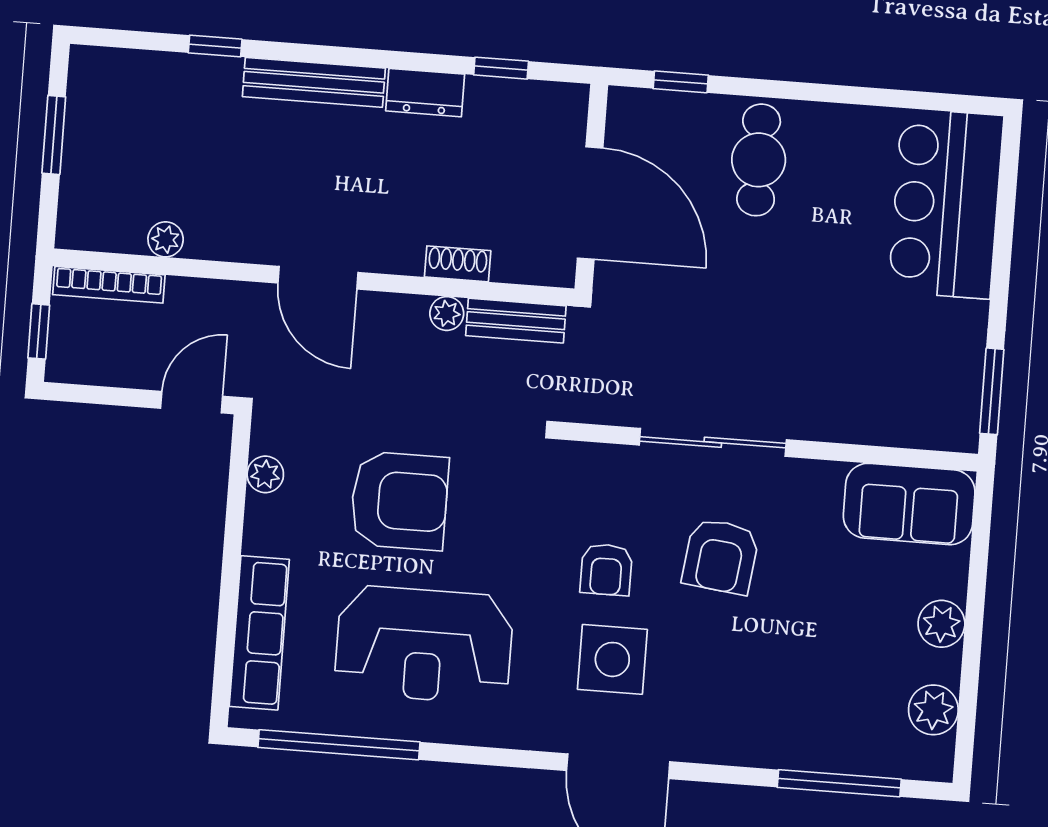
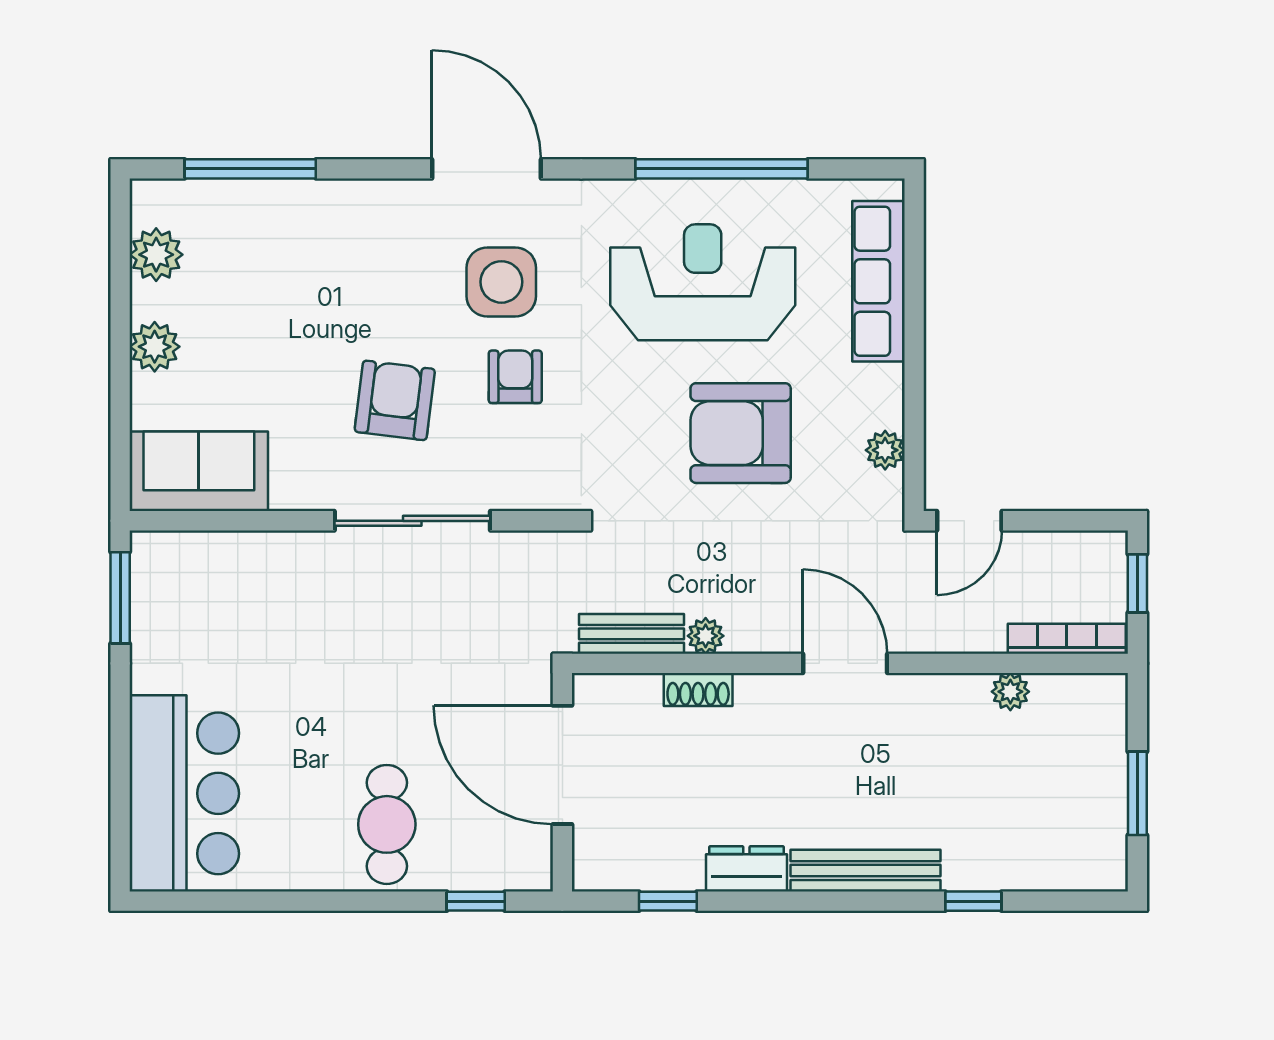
window: (339, 745) -> (722, 169), moved

